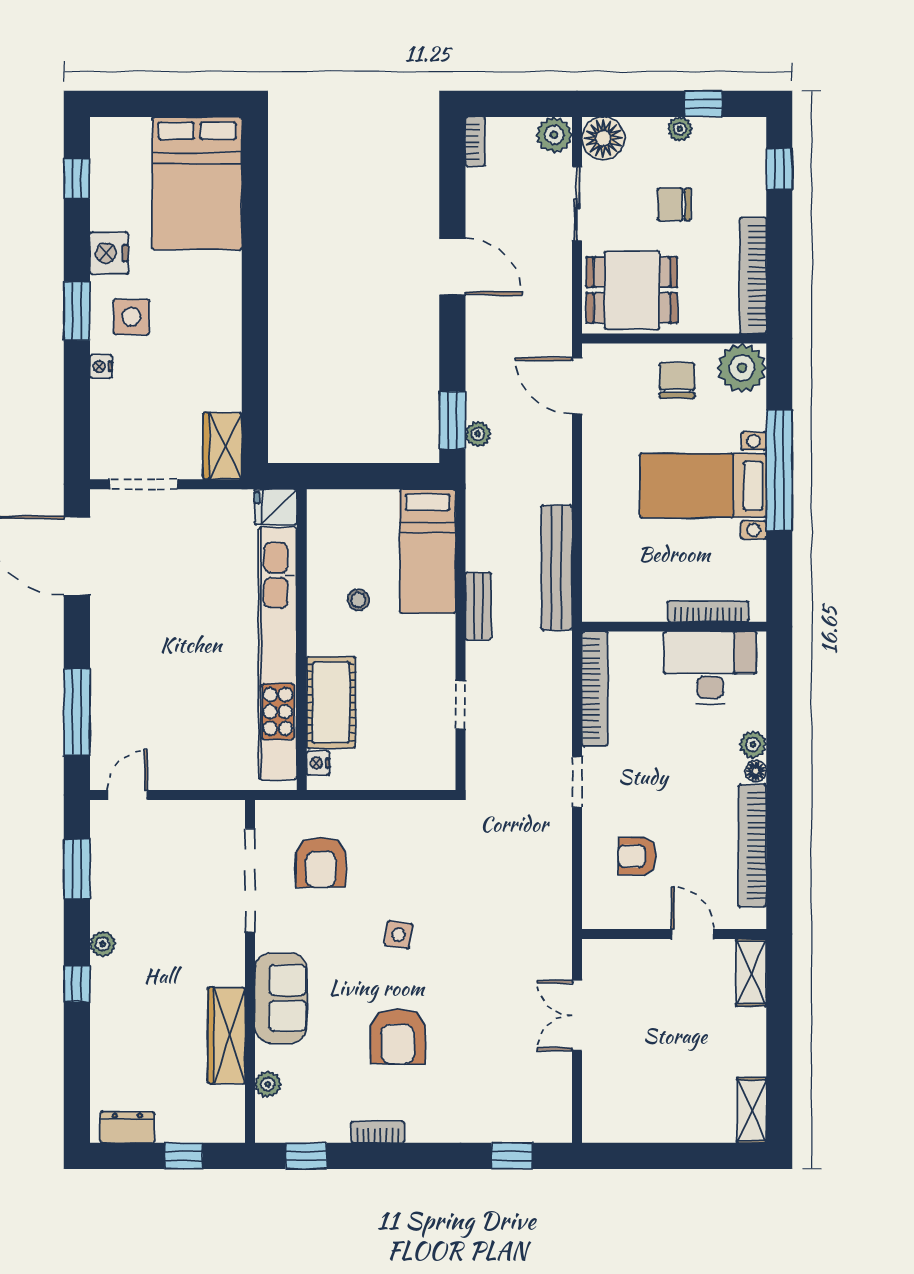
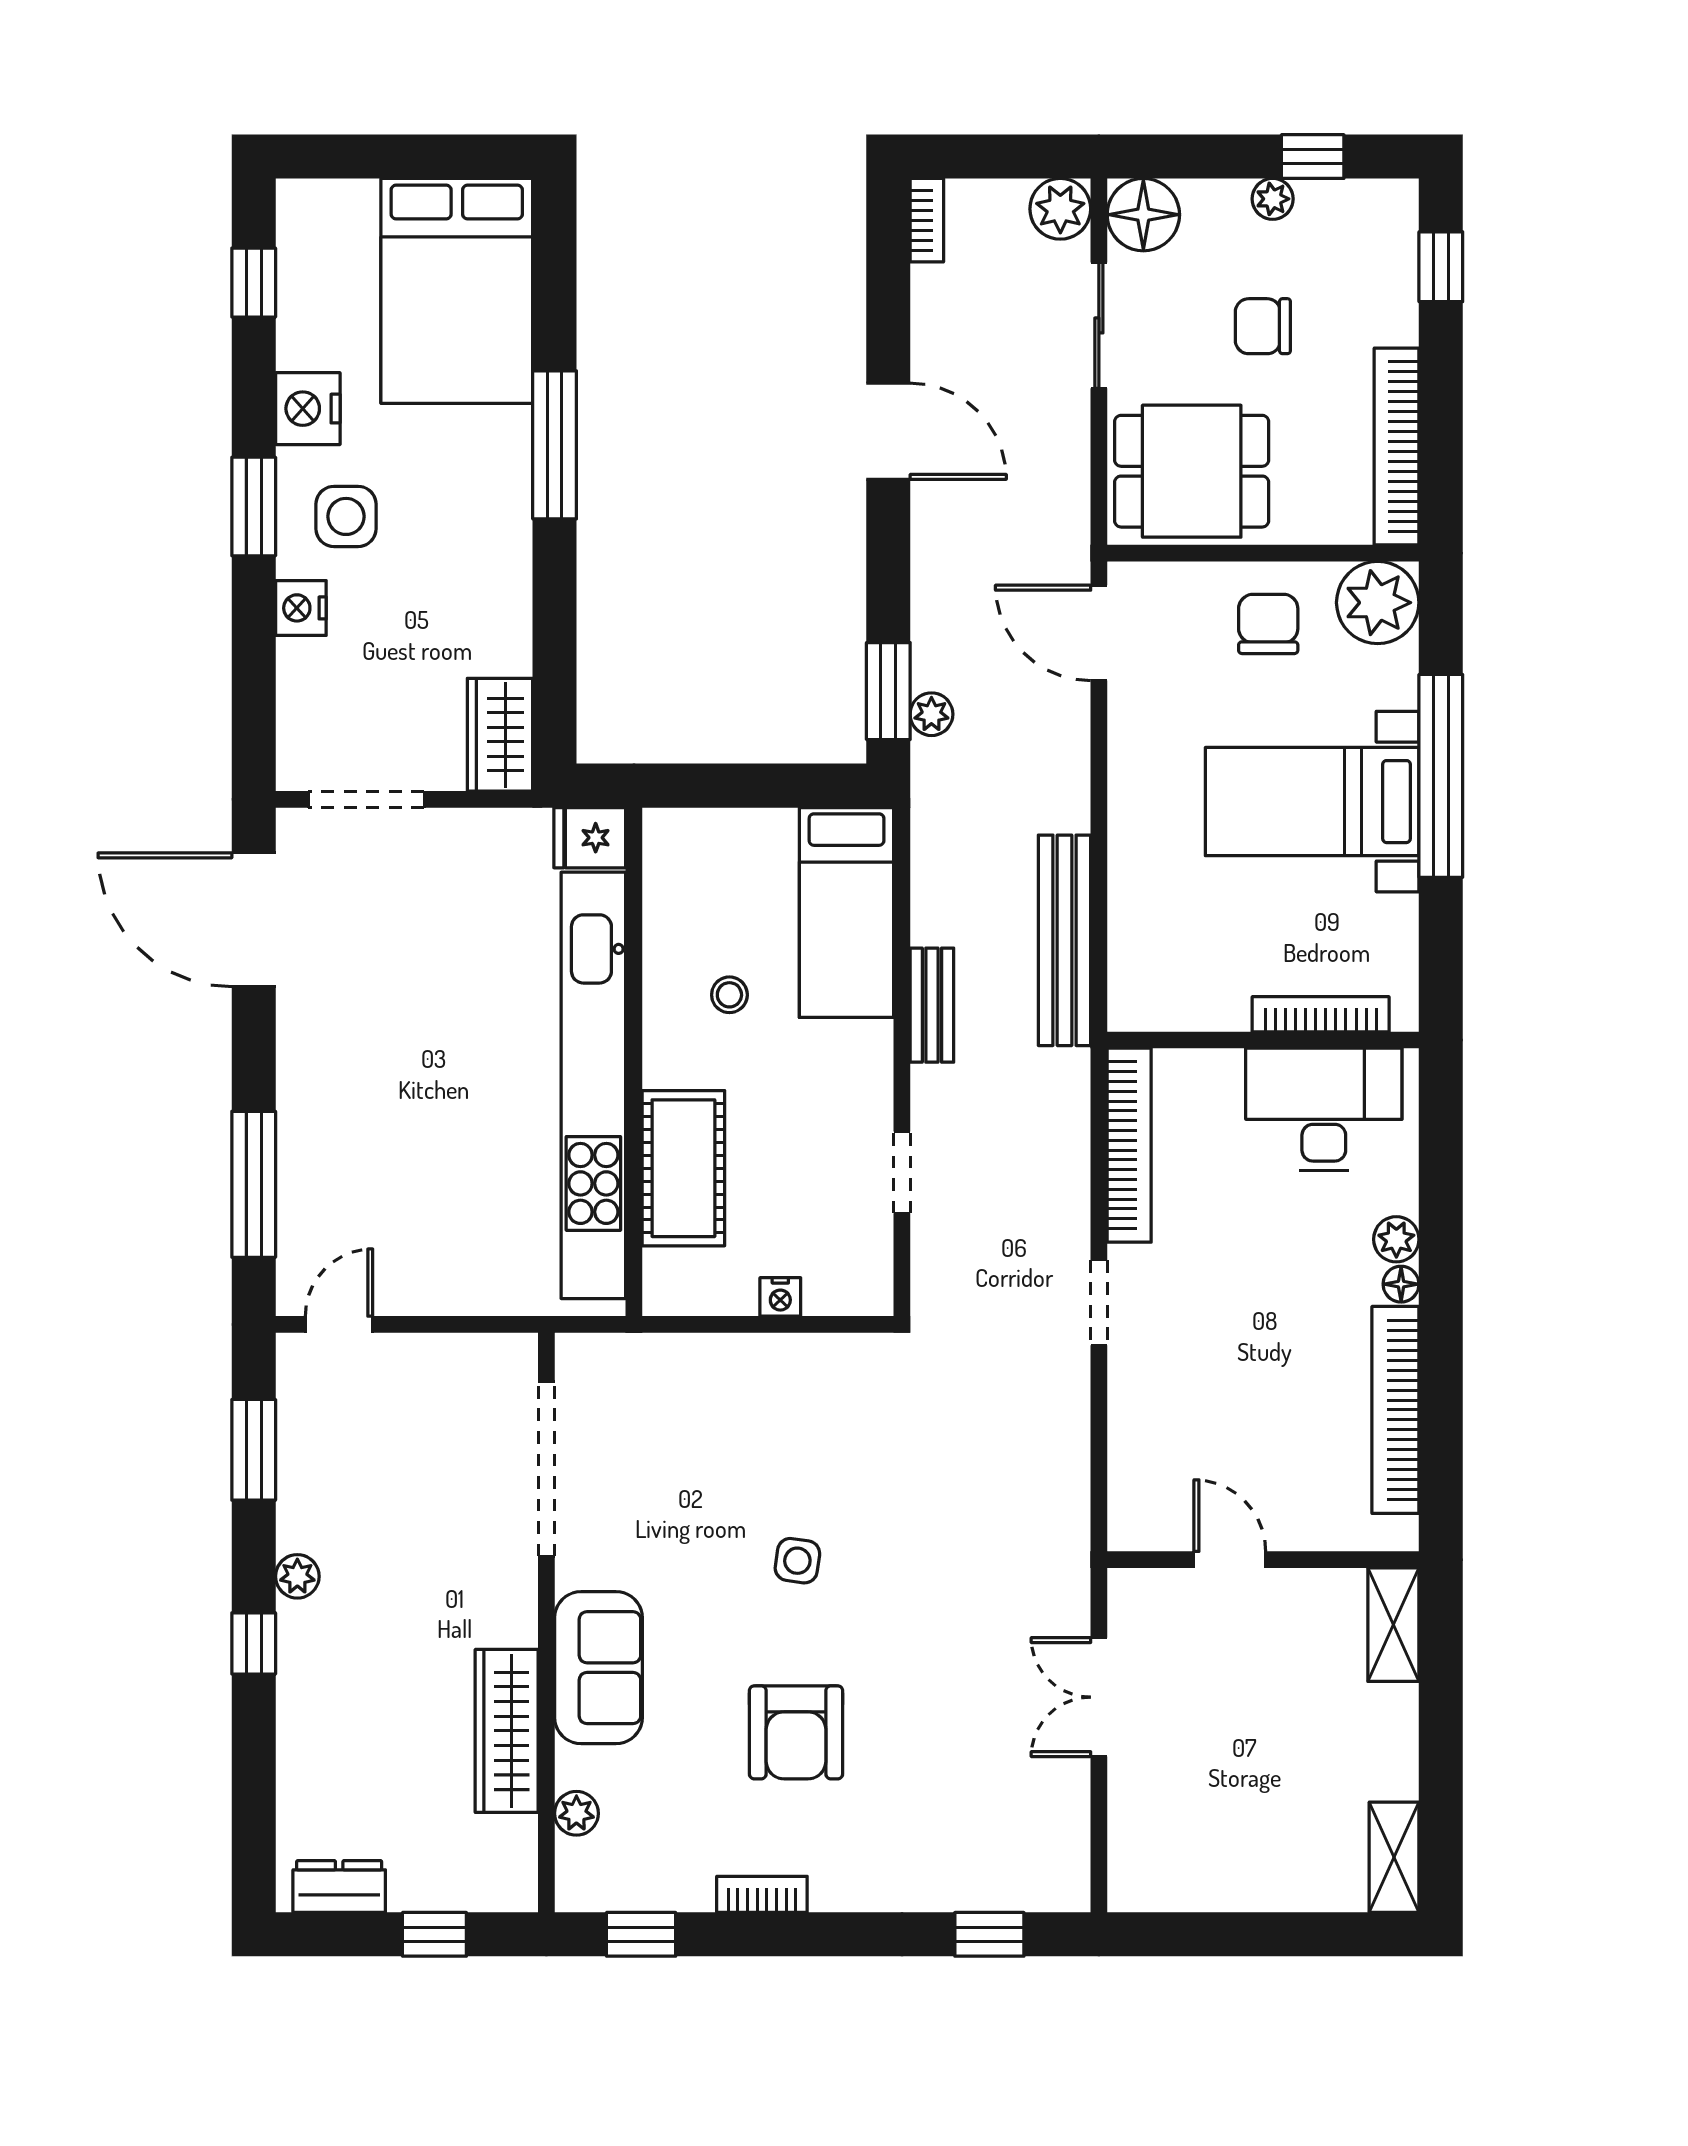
window: (255, 274) -> (555, 445), added
nightstand: (101, 366) -> (301, 608), width x1.39, depth x1.35
nightstand: (318, 763) -> (780, 1297), moved, turned -90
armchair: (637, 856) -> (1200, 1428), removed
armchair: (321, 862) -> (666, 1438), removed
door: (693, 934) -> (1230, 1560), moved

